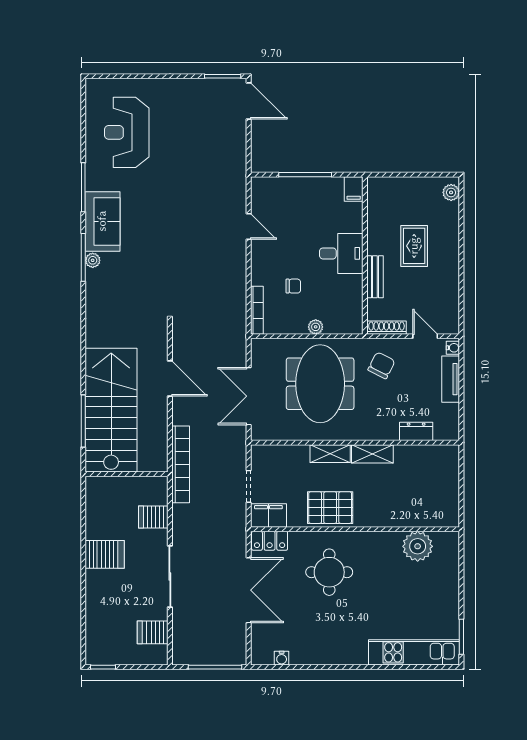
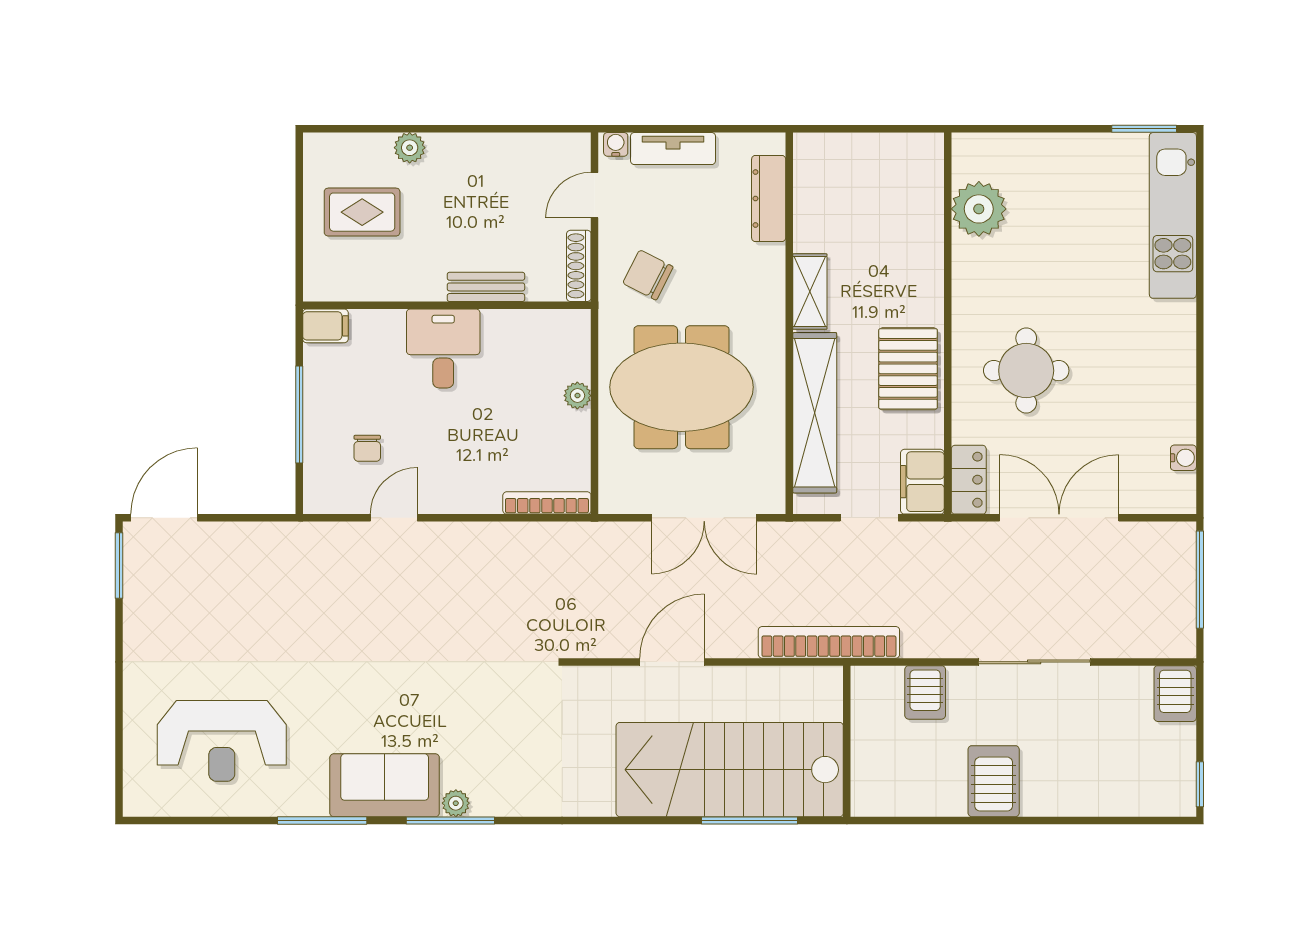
plant: (451, 192) -> (410, 148), moved
rug: (414, 246) -> (362, 212), moved
chair: (293, 286) -> (367, 448), moved, turned 180
dresser: (416, 431) -> (769, 199), width x1.44
shelving: (330, 454) -> (815, 413), width x2.20, depth x1.33
server rack: (153, 632) -> (1175, 694), moved

